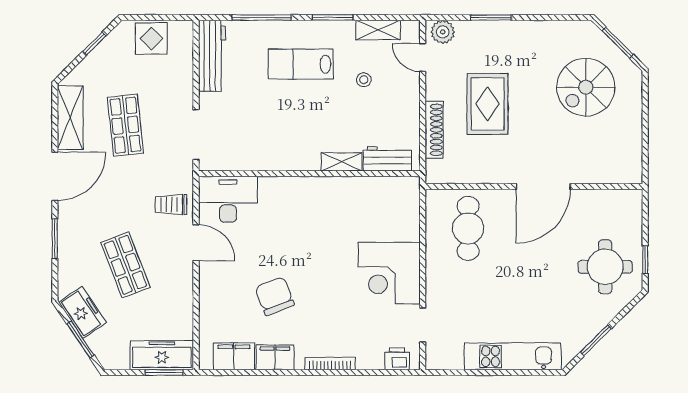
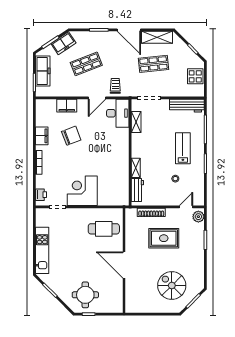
shelving: (378, 30) -> (136, 122), moved
freezer: (162, 355) -> (43, 71), moved
filing cabinet: (234, 356) -> (67, 106), moved, turned 90

